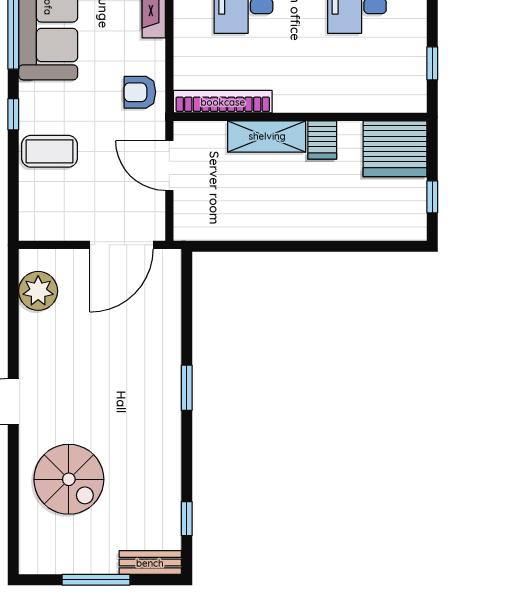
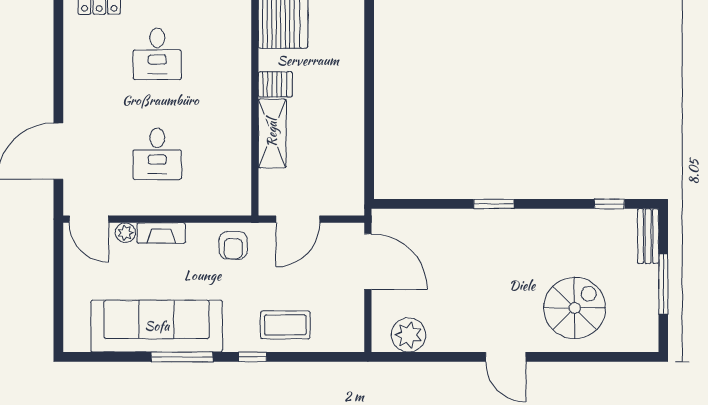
bookcase: (223, 102) -> (241, 172), removed
coffee table: (50, 151) -> (285, 325), turned 90

